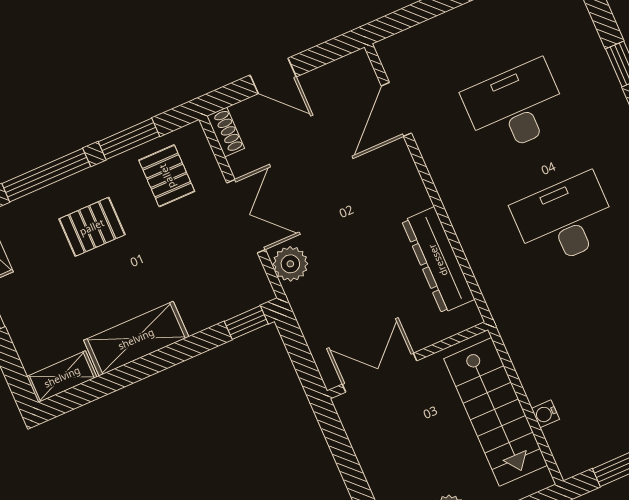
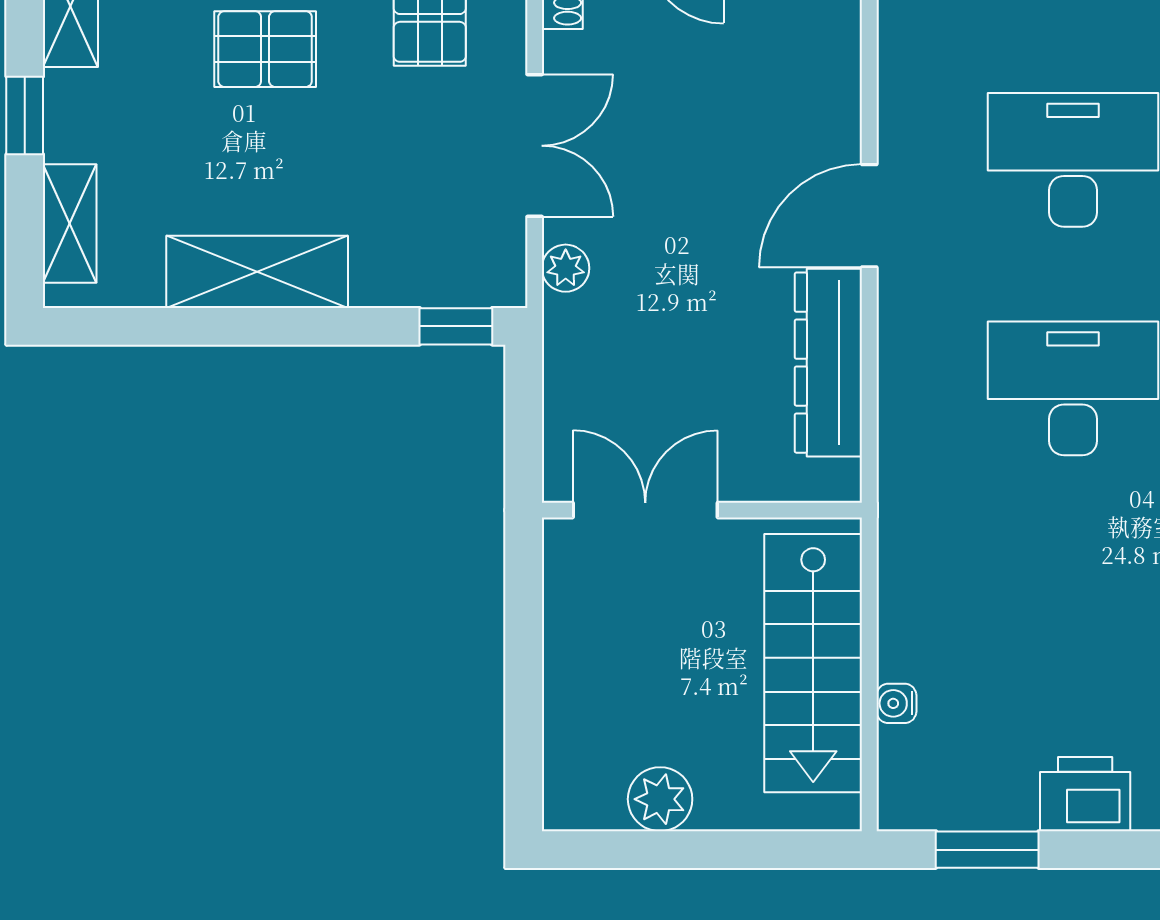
door: (396, 109) -> (869, 216), moved
plant: (290, 264) -> (566, 268), width x0.73, depth x0.73
shelving: (62, 377) -> (70, 224), moved, turned 90

